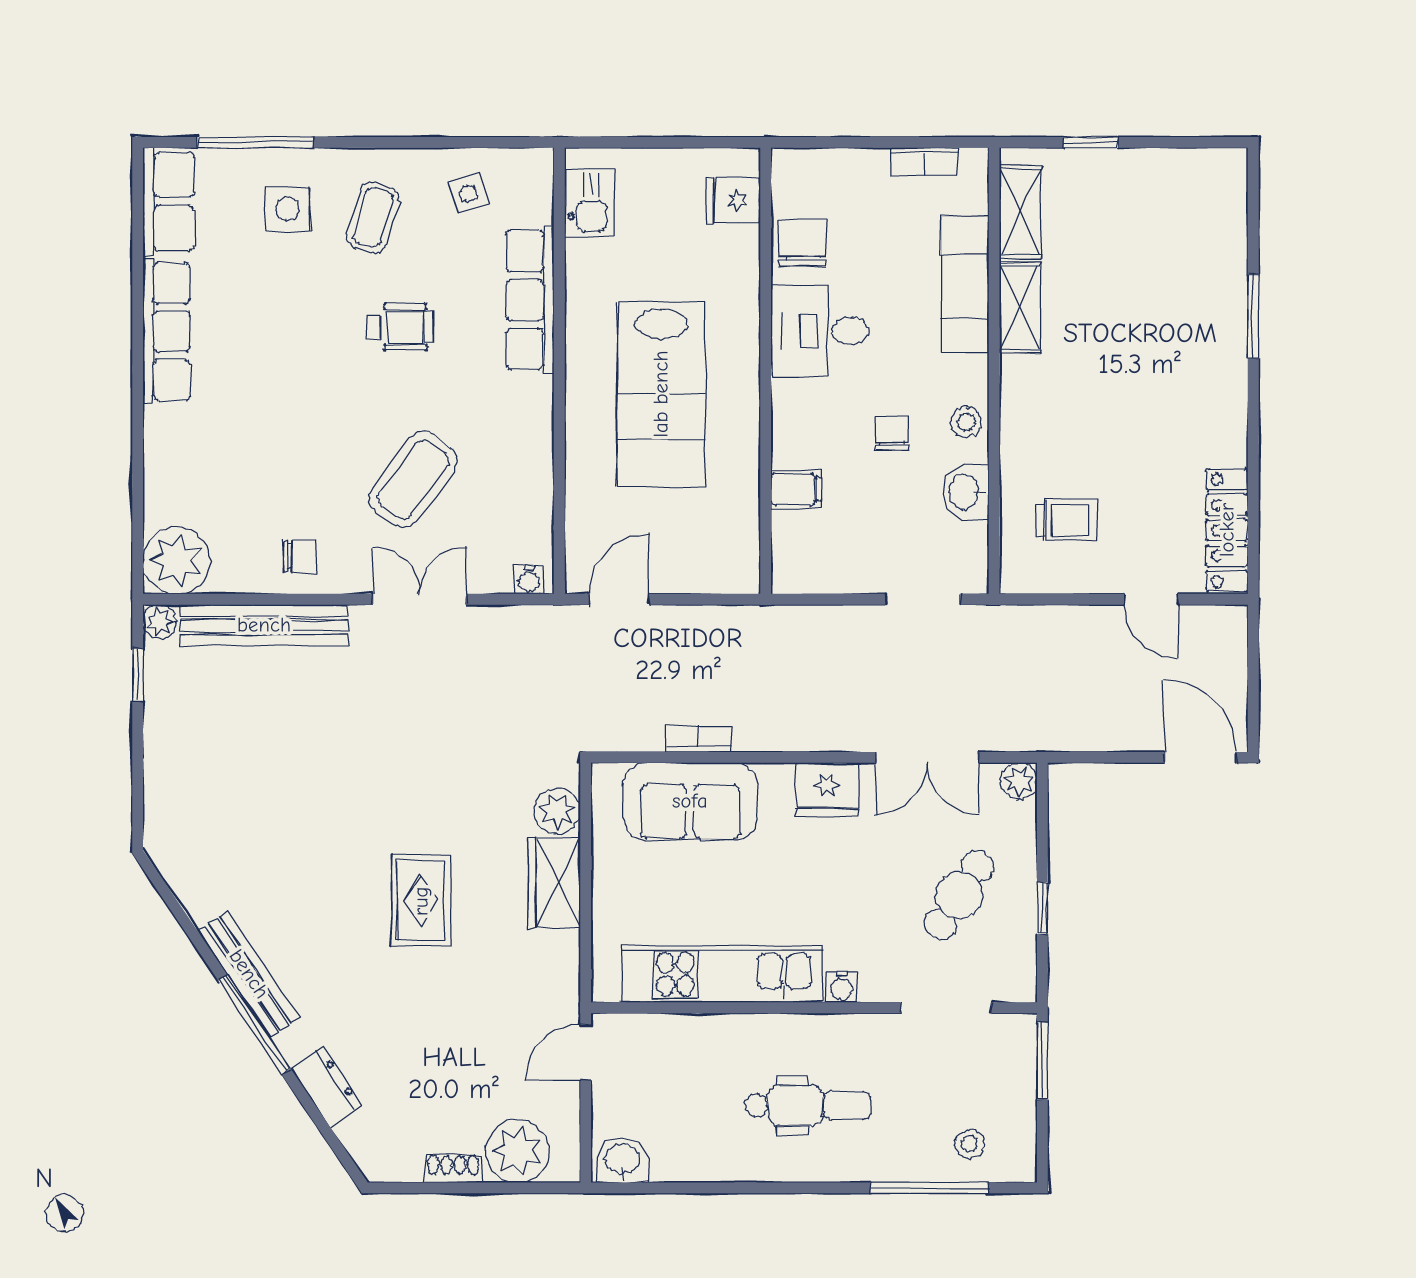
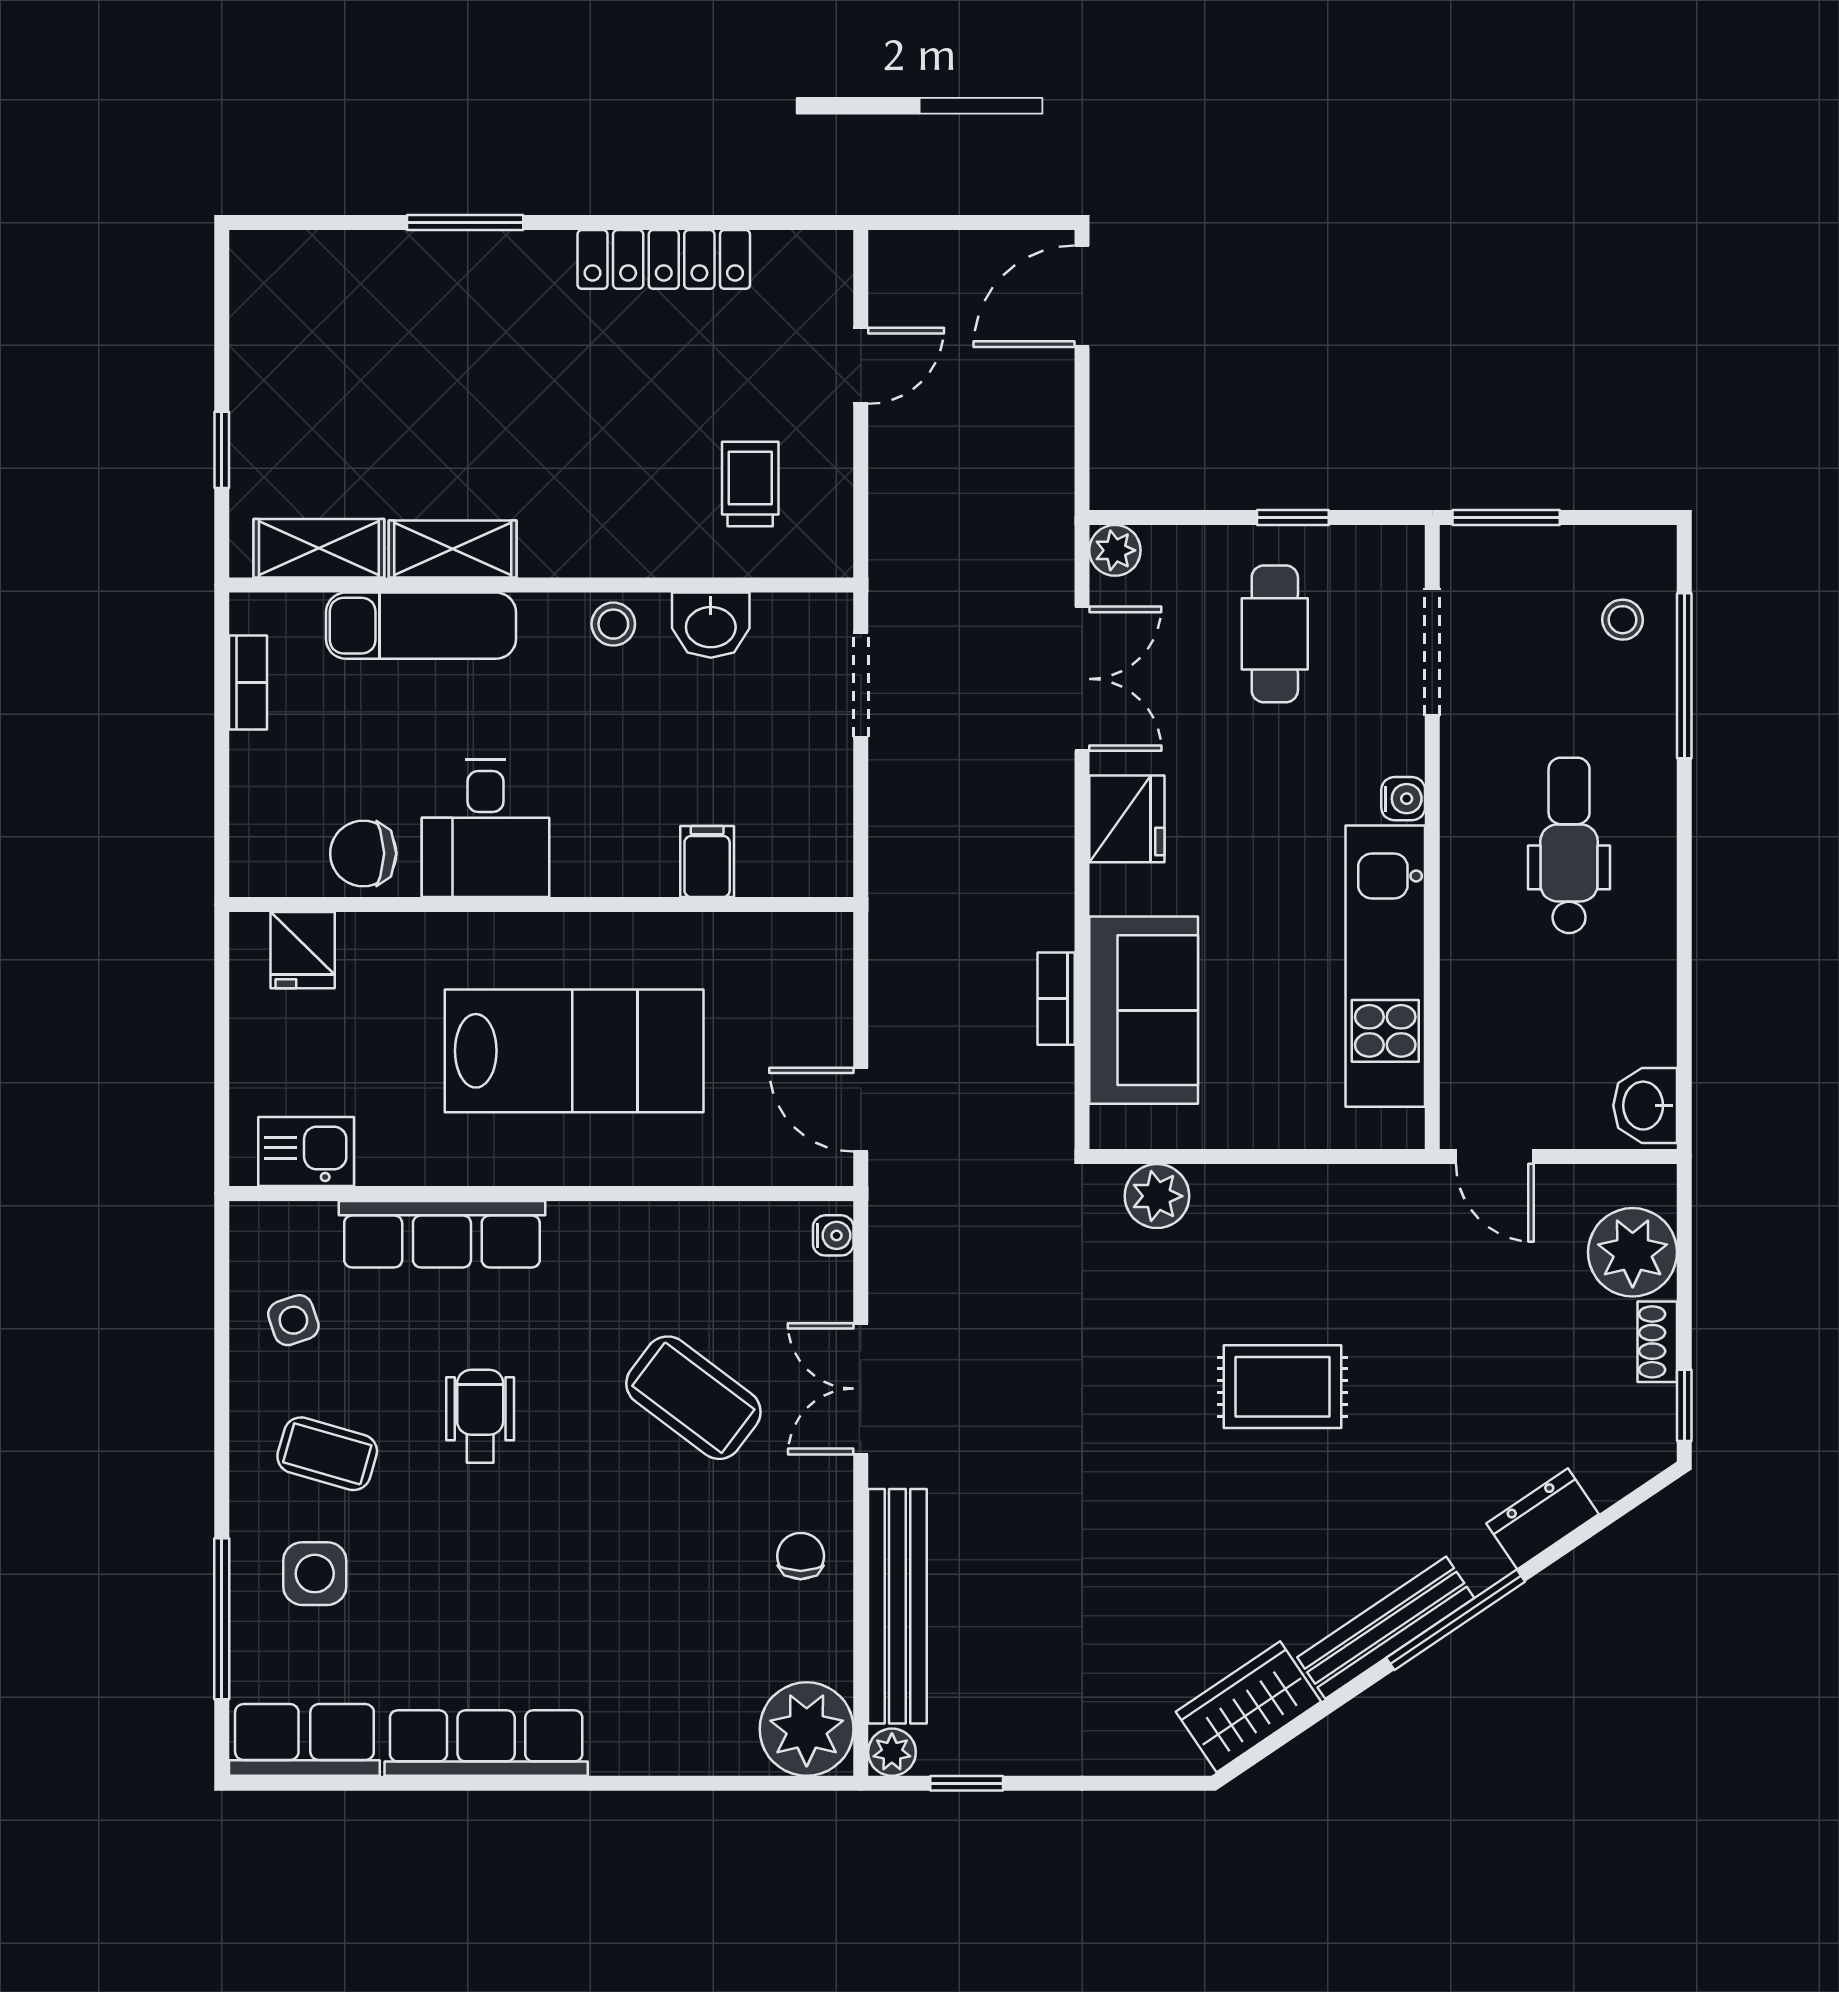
chair: (892, 434) -> (630, 728), removed
locker: (1227, 530) -> (664, 259), moved
wardrobe: (554, 883) -> (1248, 1707), moved, turned 146
cafe table: (959, 895) -> (1275, 634), turned 57
window: (408, 1188) -> (1684, 1405), added

